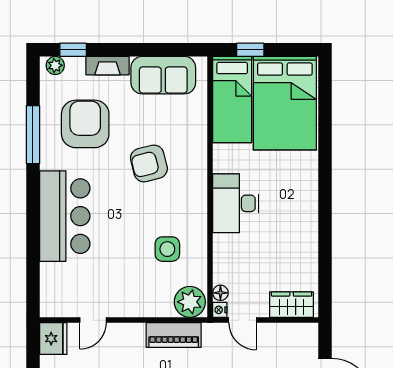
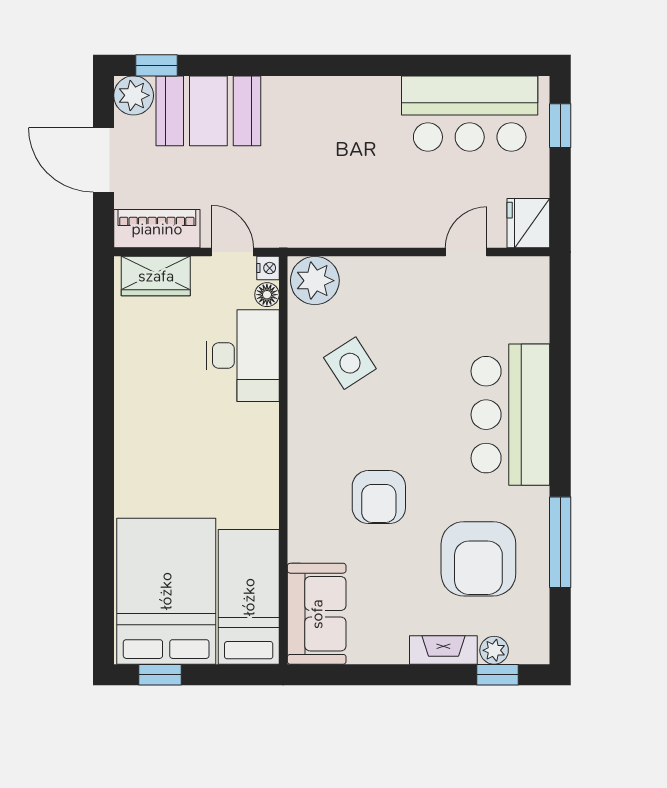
window: (250, 50) -> (160, 675), moved
plant: (55, 65) -> (494, 650), moved
sofa: (163, 75) -> (317, 614), moved, turned 90
armchair: (149, 163) -> (379, 497), turned 104
desk: (236, 203) -> (243, 356), moved
side table: (167, 249) -> (350, 363), turned -33
piano: (174, 335) -> (157, 229), moved

